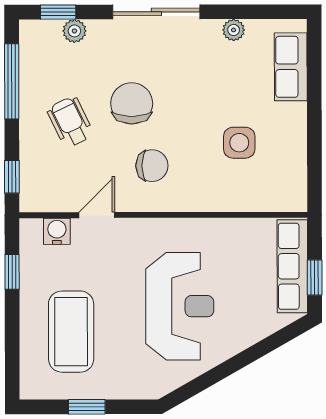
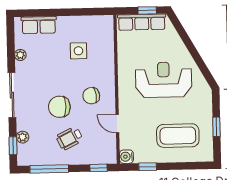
chair: (152, 166) -> (91, 96), turned -98
water cooler: (57, 231) -> (126, 157), moved

